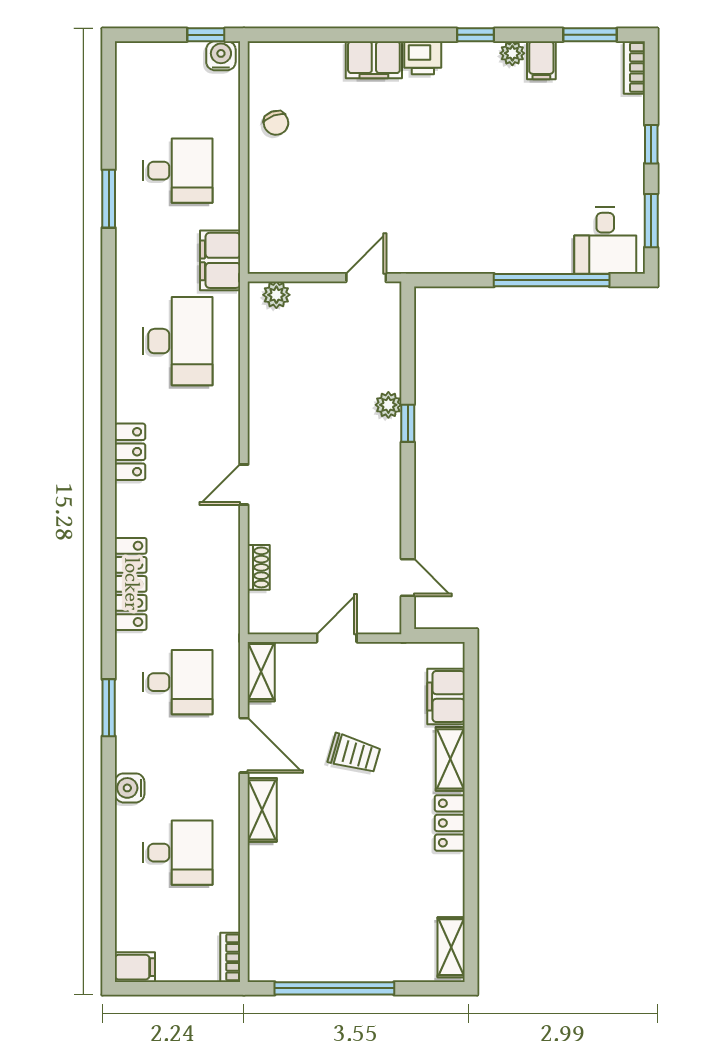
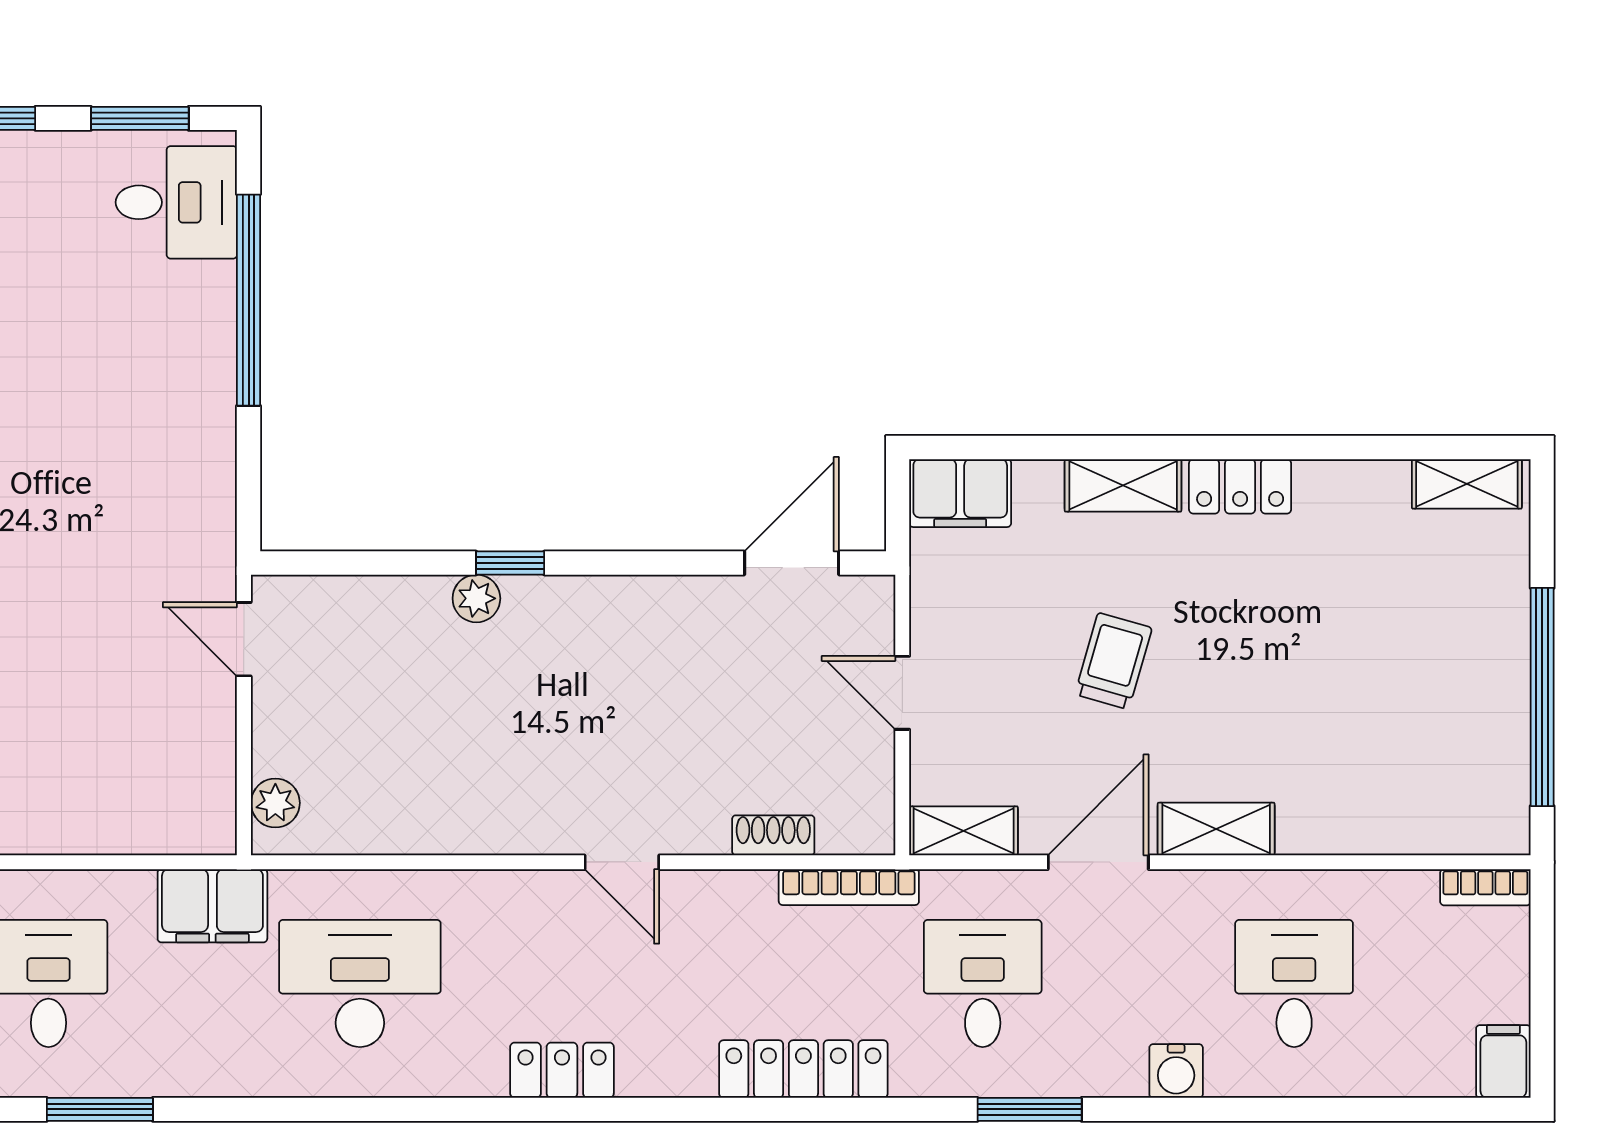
door: (408, 577) -> (792, 563), width x1.38
bookcase: (230, 609) -> (849, 887), added
filing cabinet: (446, 697) -> (960, 493), moved

